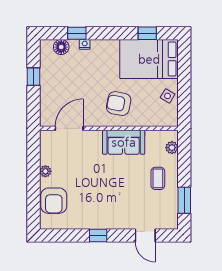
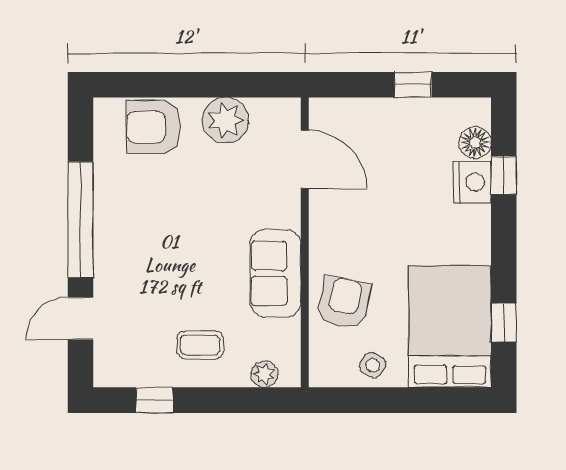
nightstand: (85, 44) -> (472, 182), width x1.89, depth x1.79
armchair: (119, 104) -> (344, 303), moved
plant: (45, 171) -> (226, 120), width x1.88, depth x1.88
window: (184, 200) -> (155, 400), width x0.67
window: (98, 236) -> (81, 220), width x3.17

